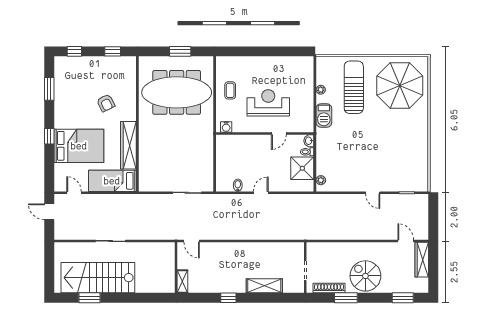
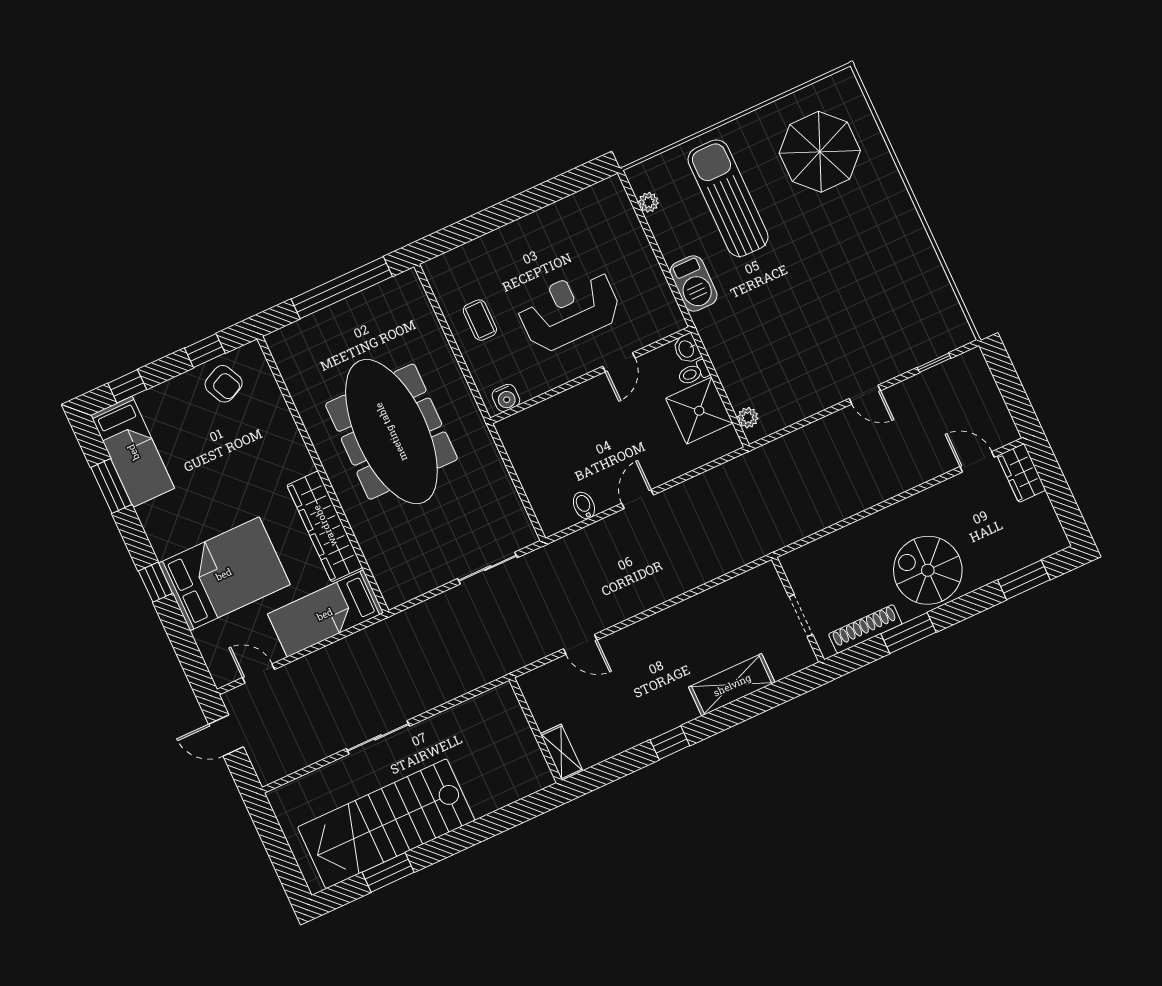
window: (180, 51) -> (342, 288), width x2.11
bed: (64, 79) -> (133, 452), added
parasol: (400, 86) -> (820, 152), width x0.73, depth x0.73
plant: (321, 90) -> (649, 202), moved
meeting table: (177, 92) -> (391, 432), moved, turned 90
armchair: (106, 103) -> (224, 384), moved
door: (192, 241) -> (580, 644), moved
wardrobe: (422, 260) -> (1022, 473), width x0.67

